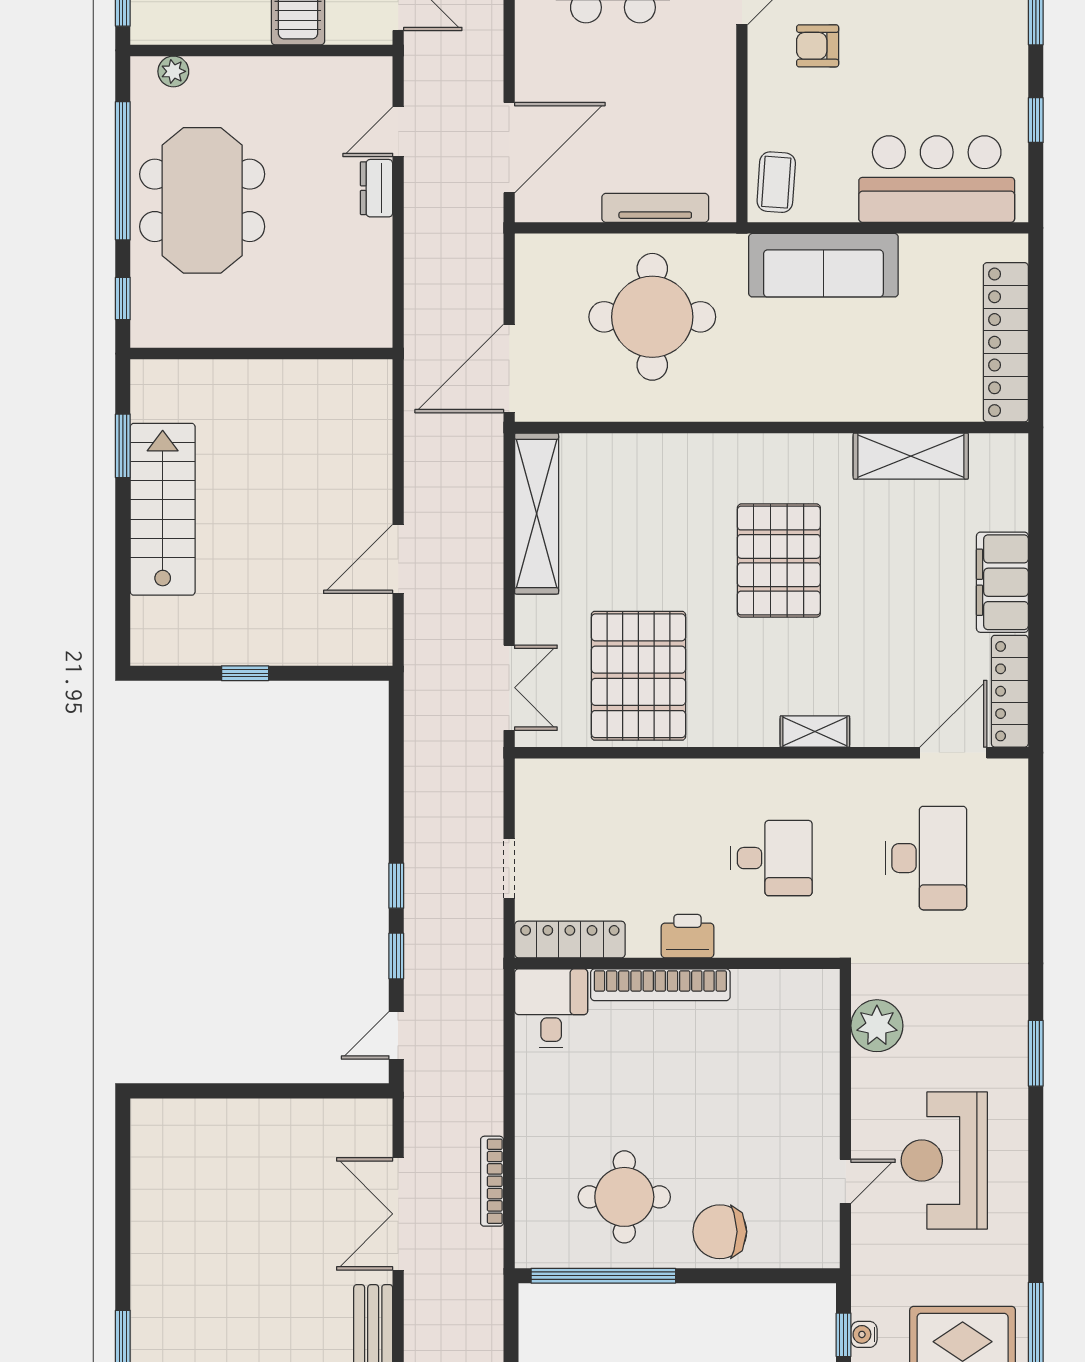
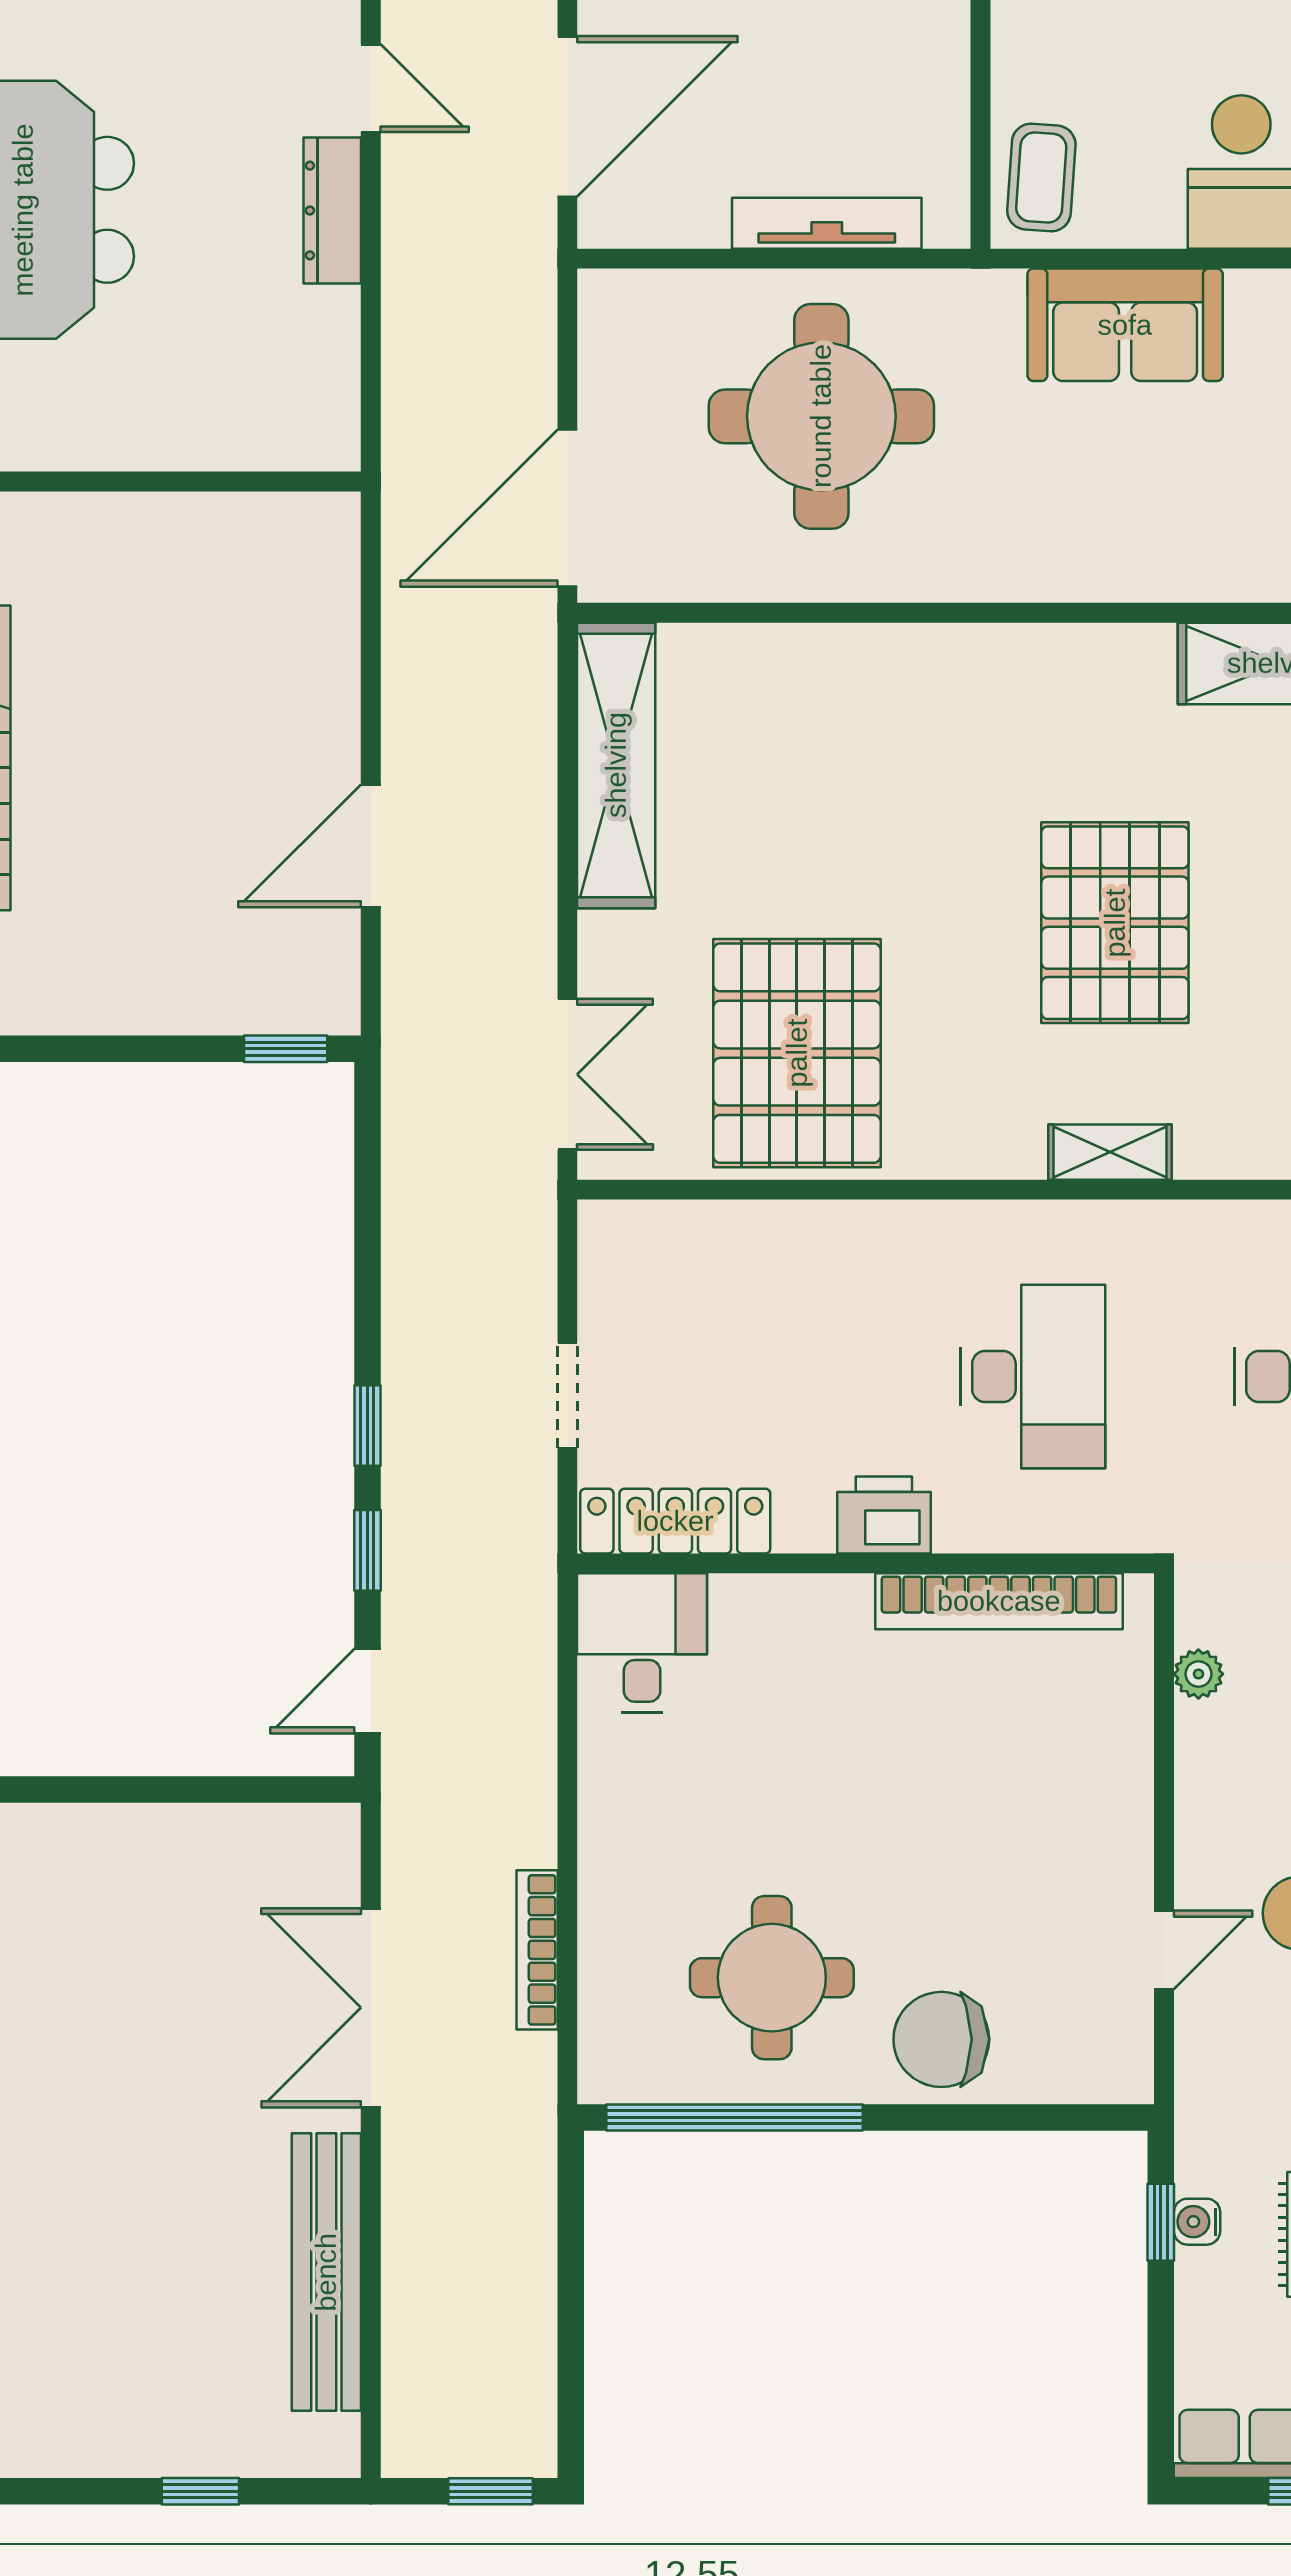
door: (398, 132) -> (371, 88), swing flipped
dresser: (377, 188) -> (332, 211), width x1.44
sofa: (823, 265) -> (1125, 325), width x0.73
pallet: (779, 561) -> (1115, 923), moved
window: (245, 673) -> (286, 1049), moved
desk: (771, 858) -> (1033, 1377), width x1.37
bookcase: (660, 985) -> (999, 1601), moved
plant: (877, 1026) -> (1198, 1674), width x0.53, depth x0.53

